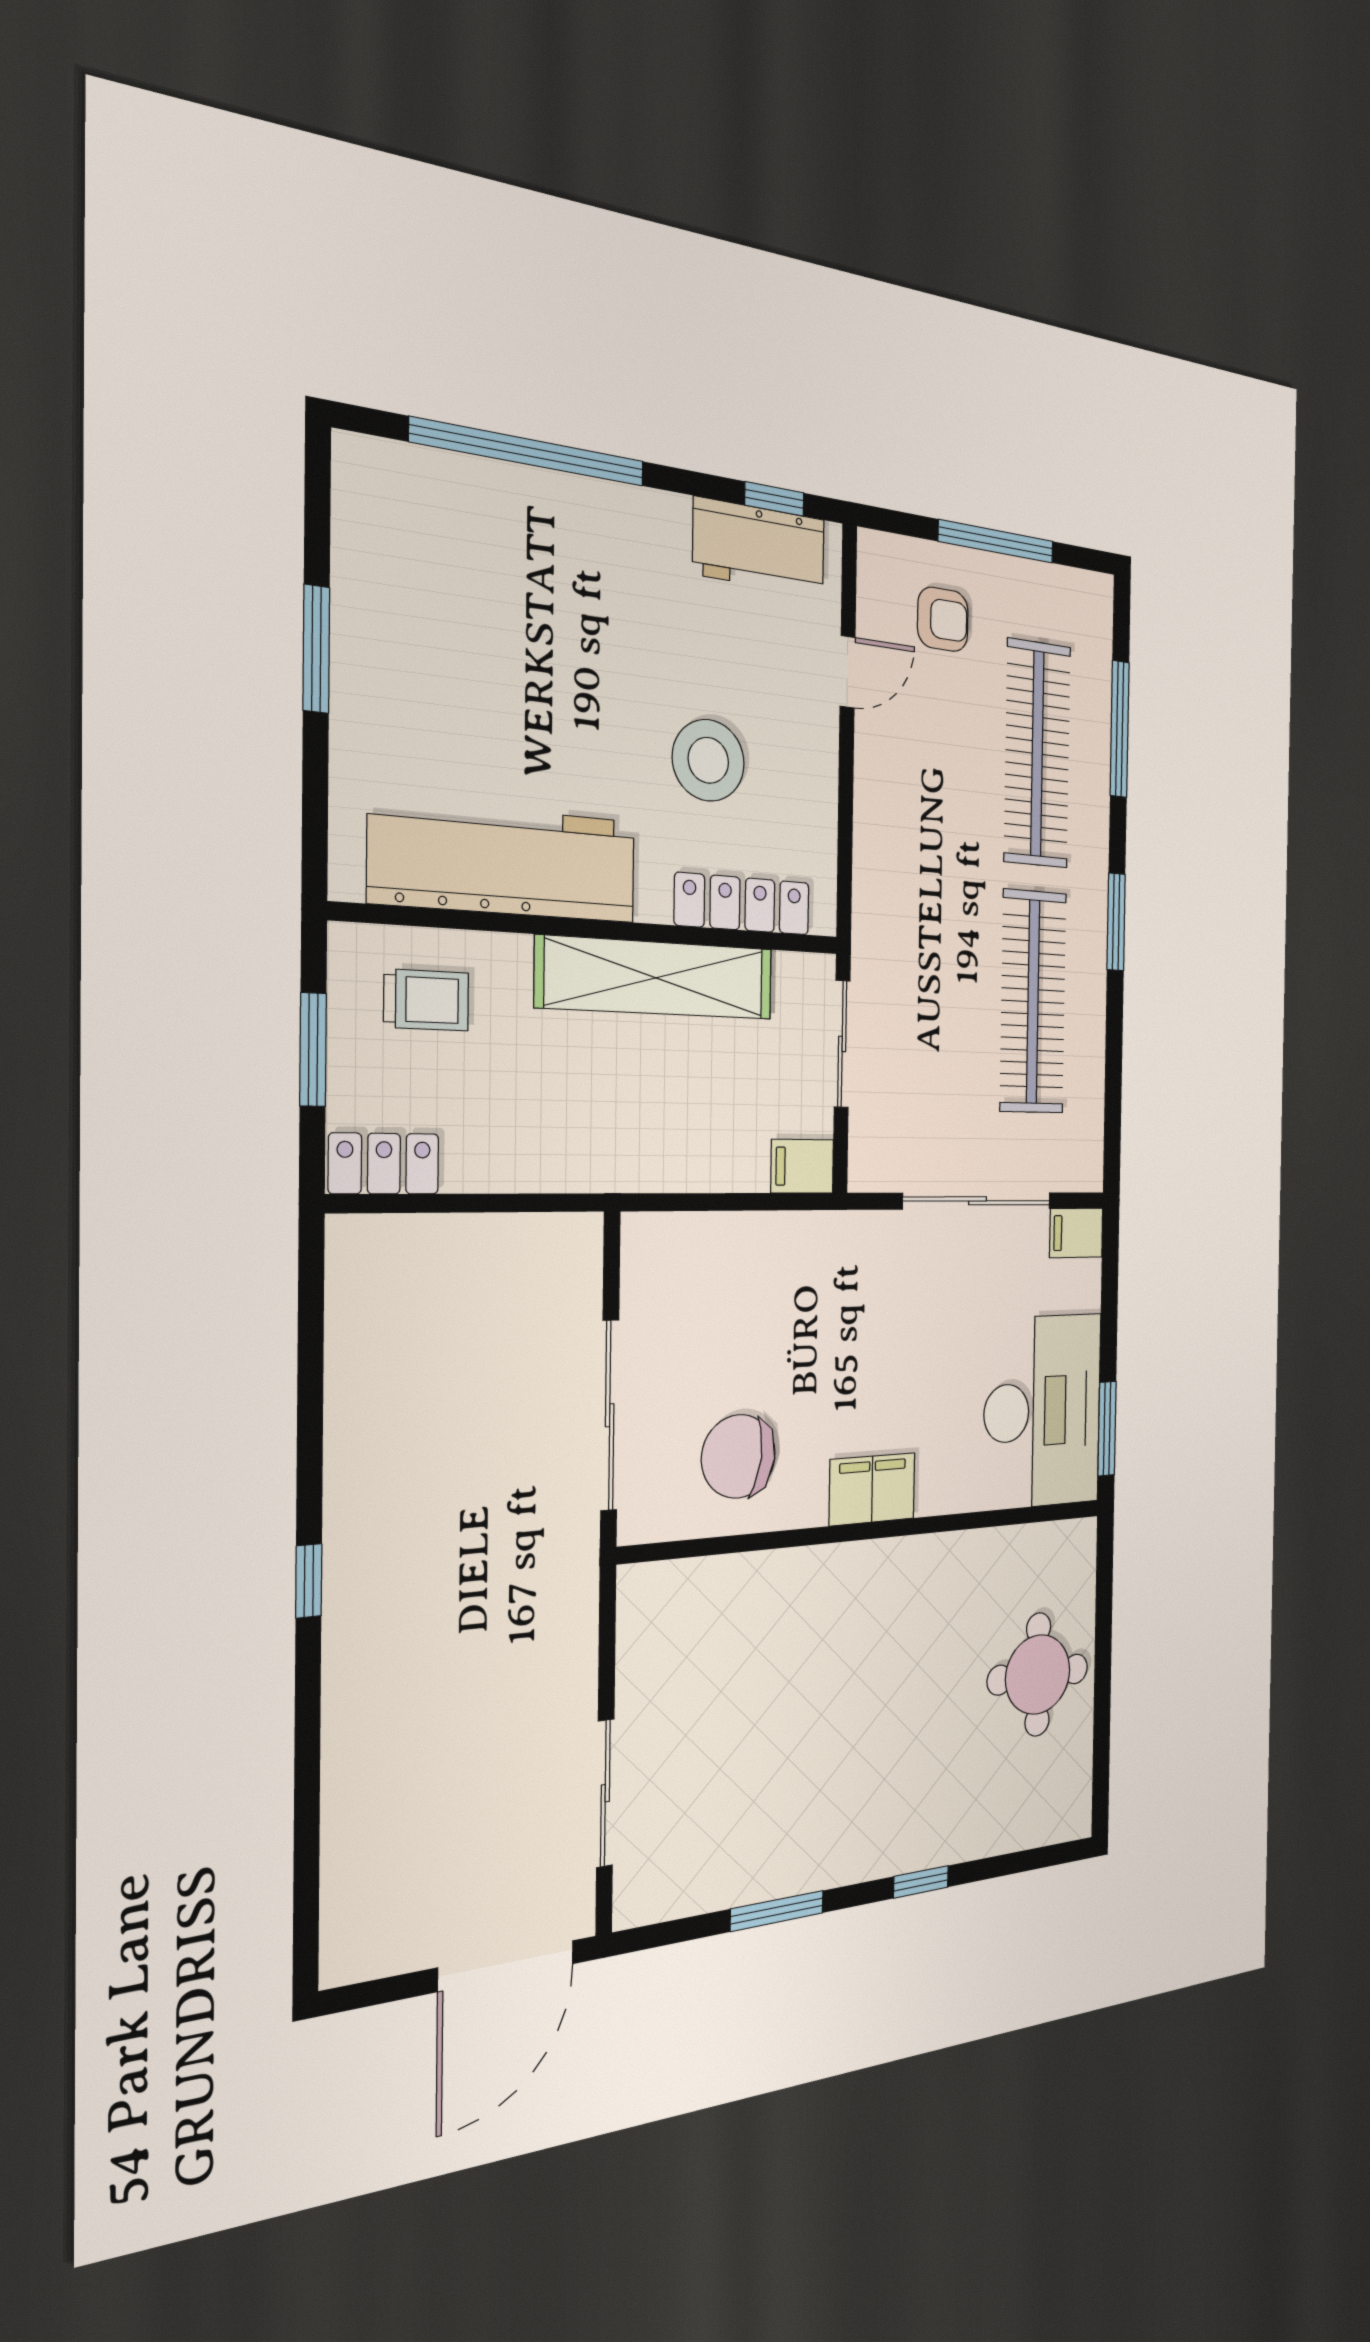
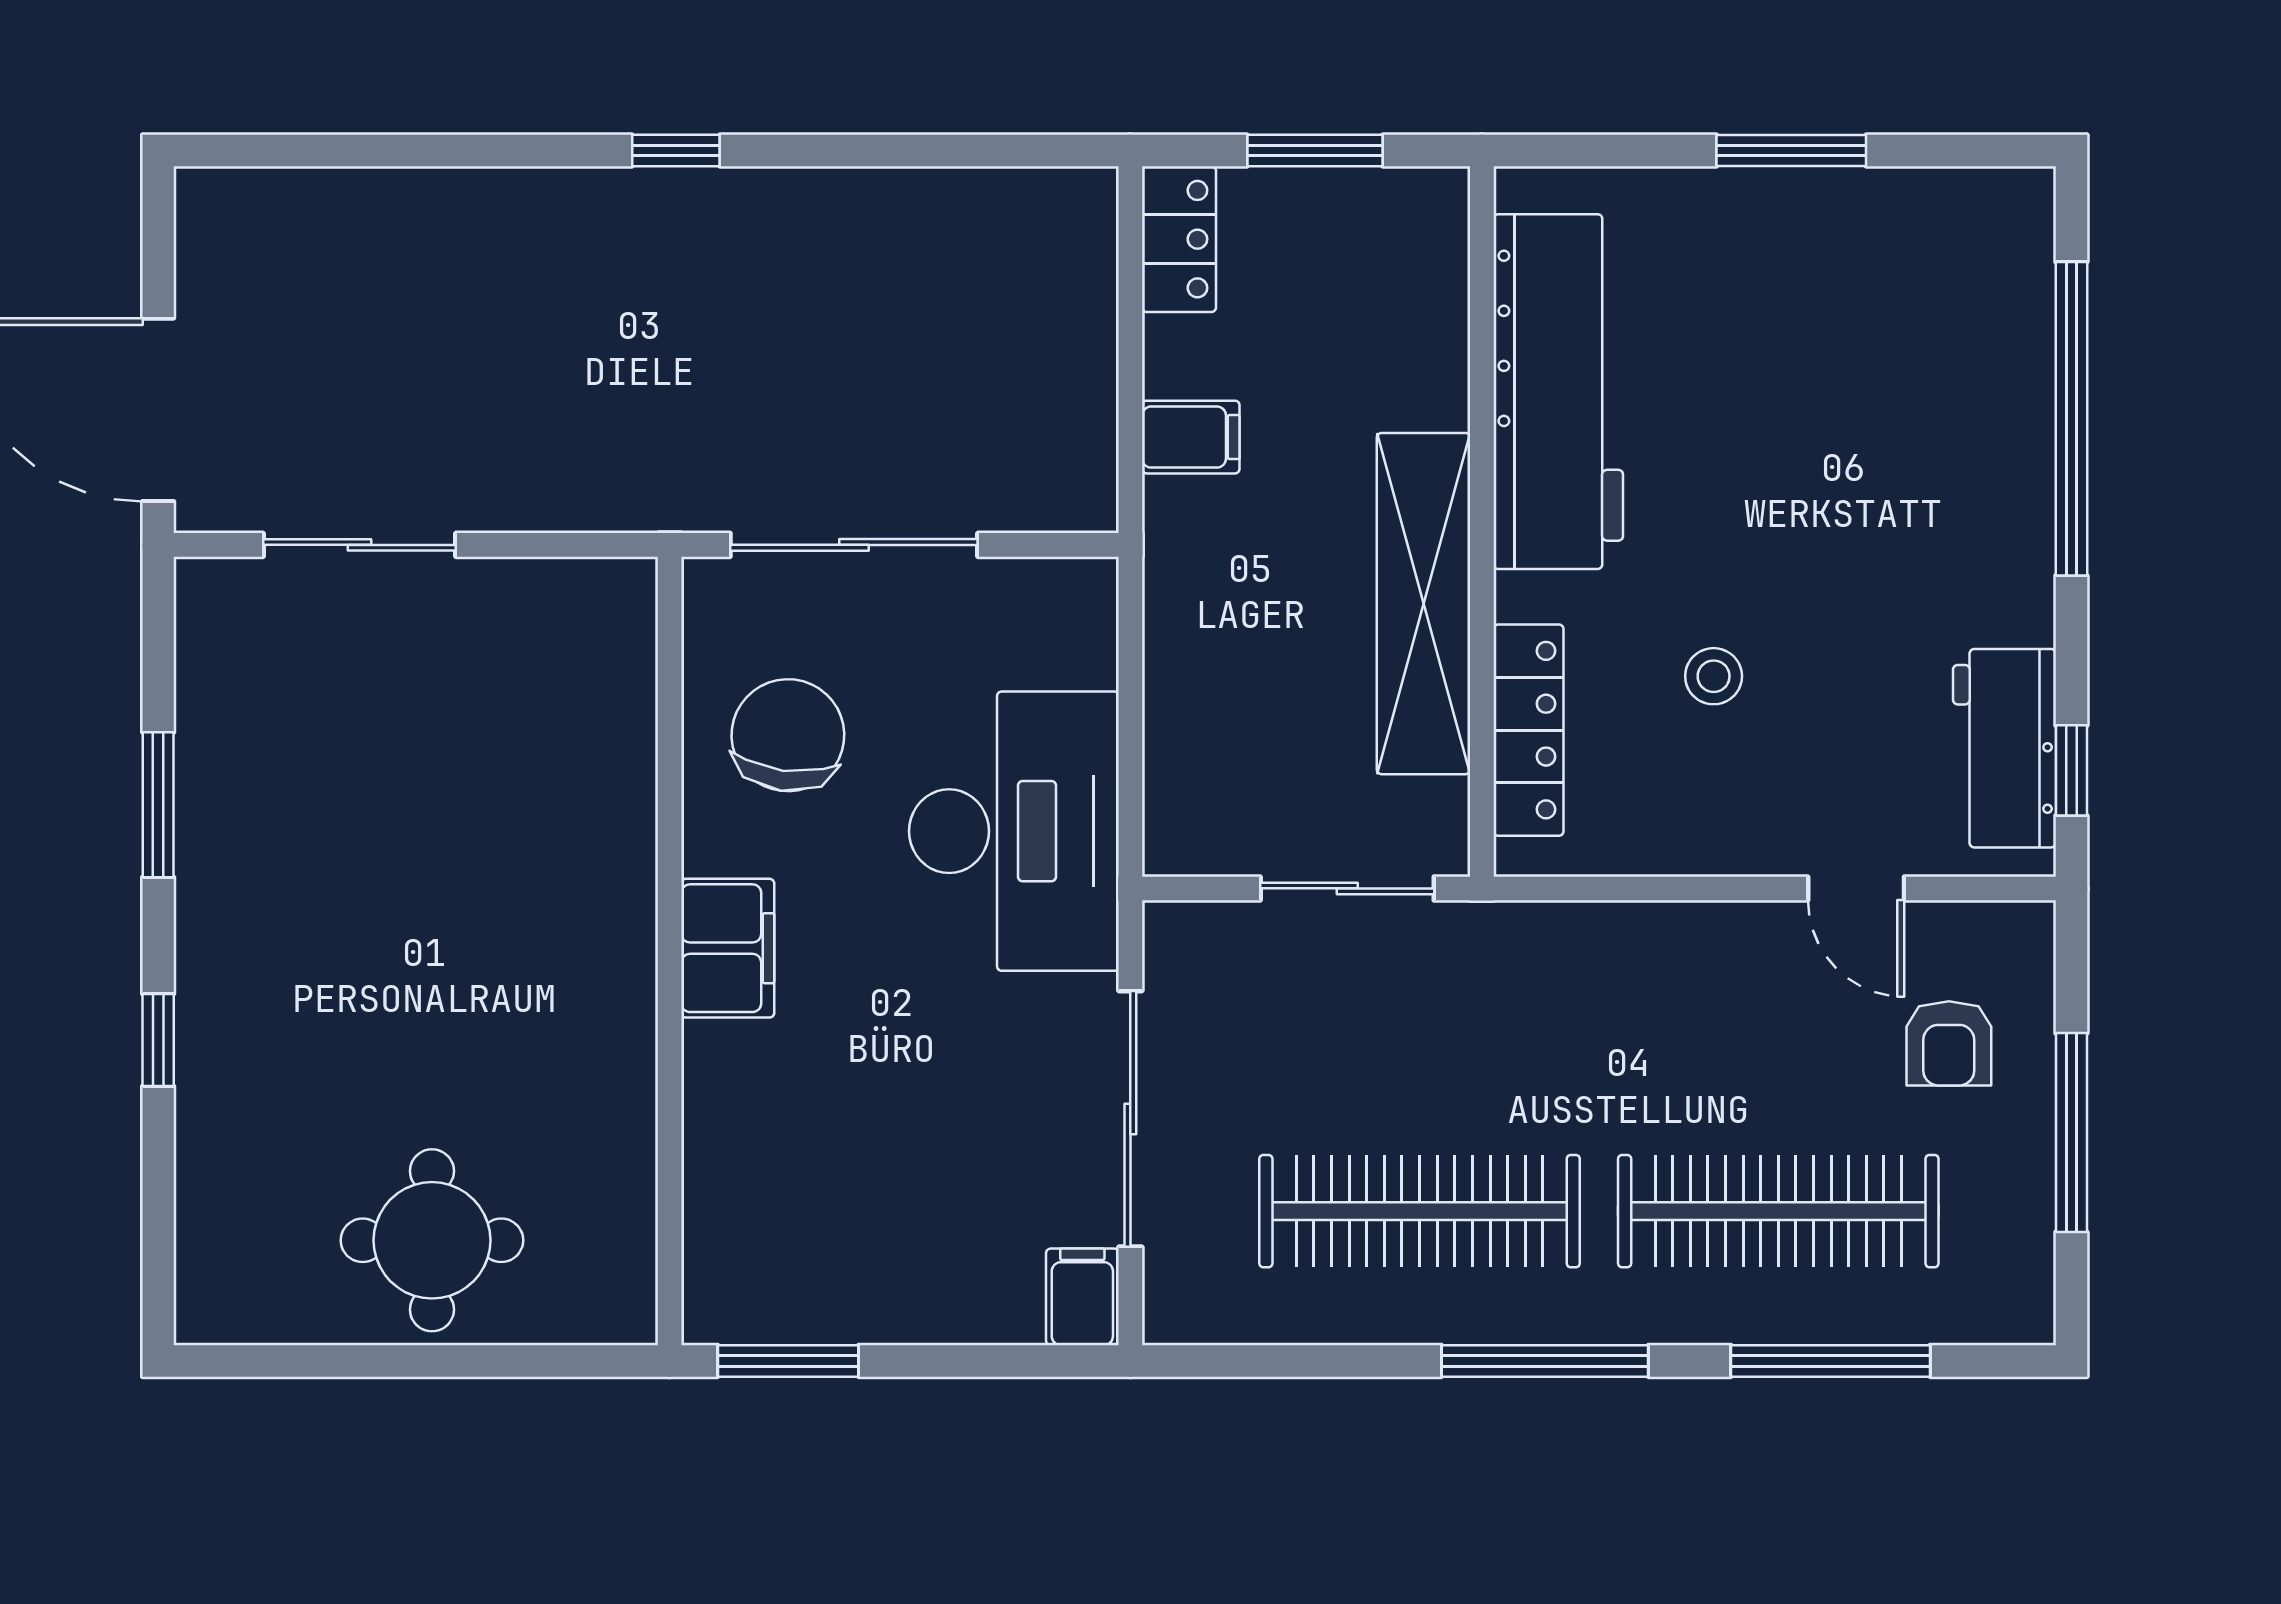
stool: (708, 760) -> (1714, 676), width x0.53, depth x0.53
window: (1116, 922) -> (1545, 1361), width x1.44
trolley: (426, 1000) -> (1381, 291), removed
filing cabinet: (802, 1166) -> (1191, 437), moved, turned 90
desk: (1042, 1411) -> (1014, 831), moved, turned -90

